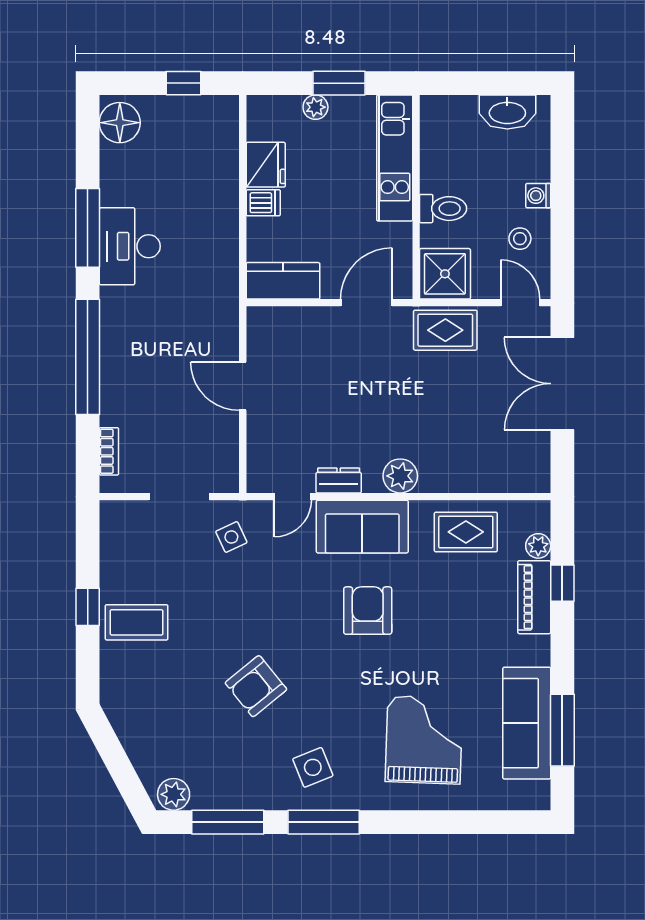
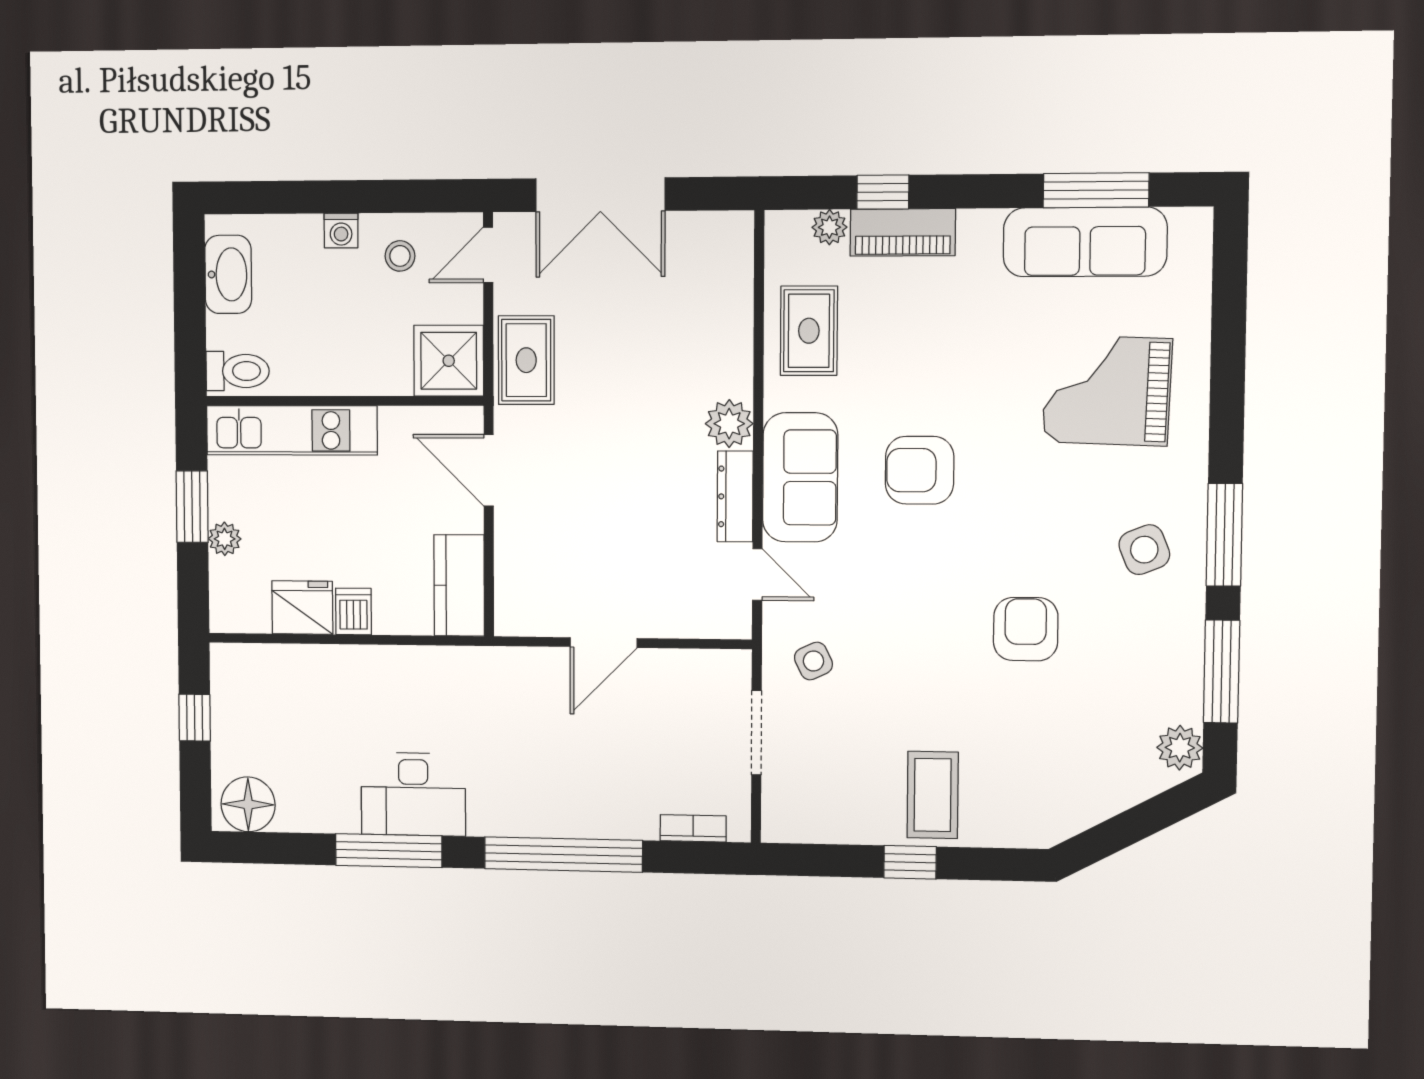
toilet: (443, 209) -> (238, 371), moved, turned 90
dresser: (339, 480) -> (735, 496), width x1.44
armchair: (256, 686) -> (1026, 629), turned -141

